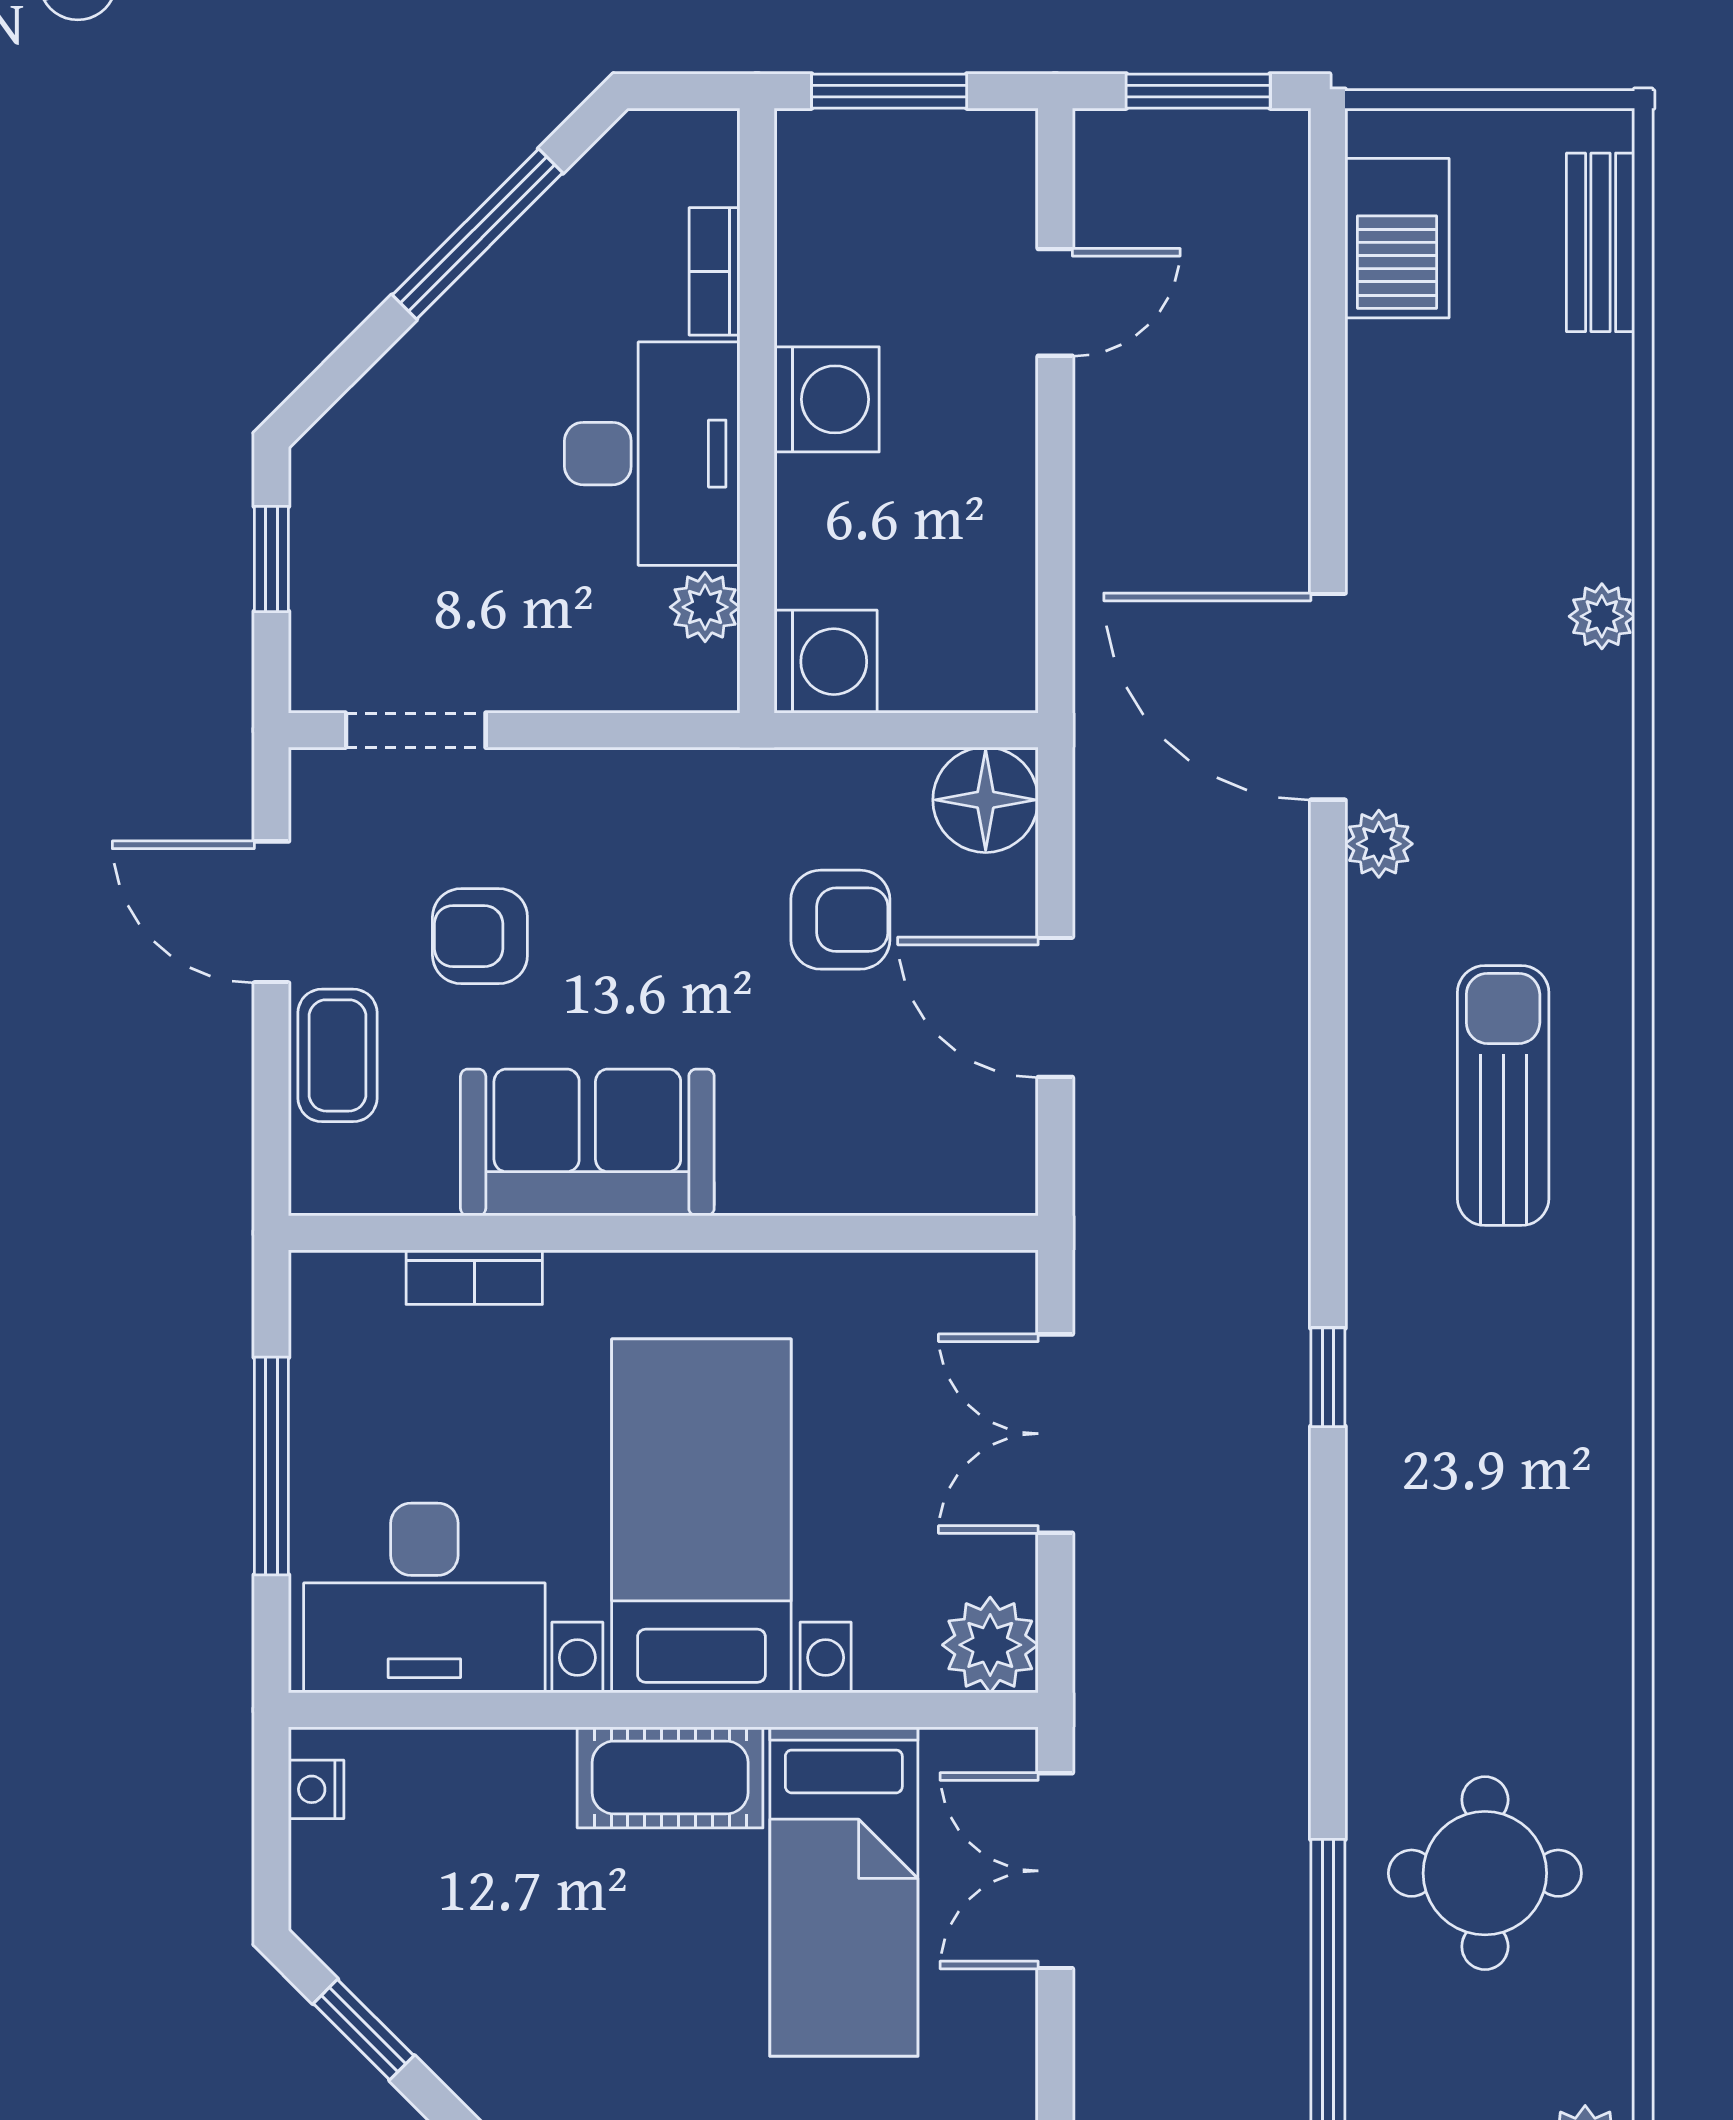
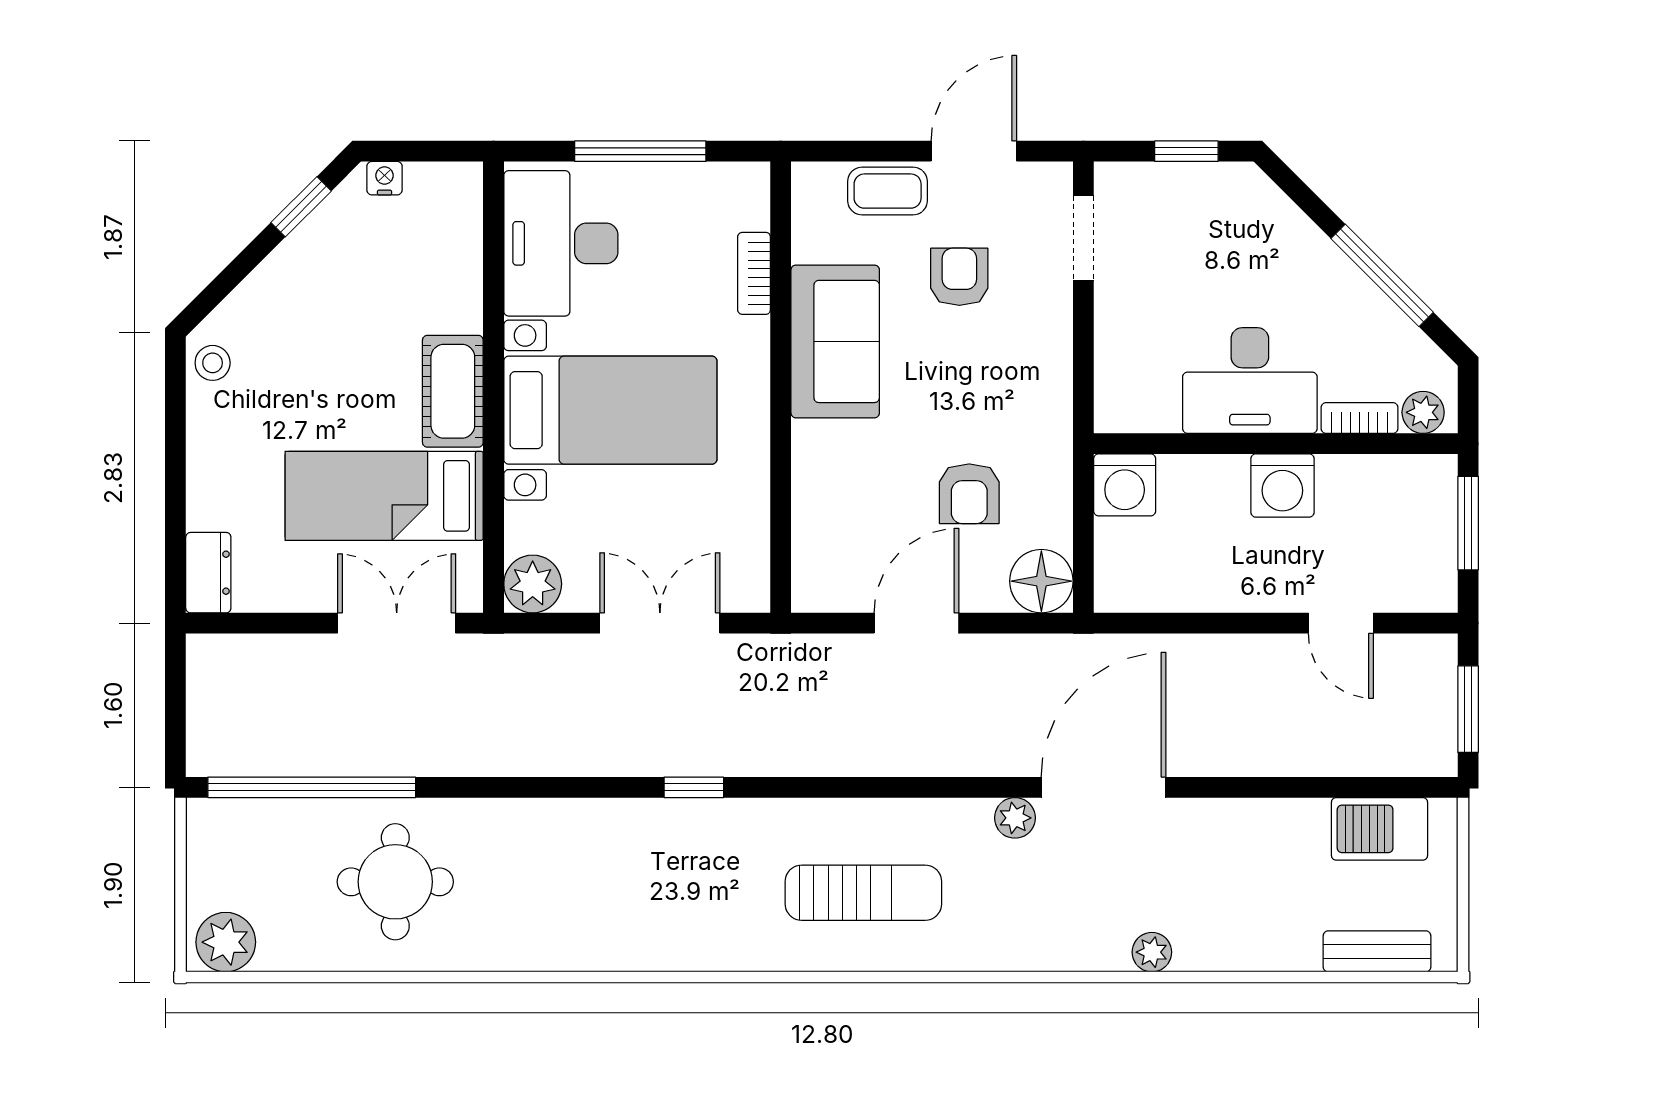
plant: (705, 607) -> (1423, 412), moved
nightstand: (316, 1789) -> (385, 178), moved

